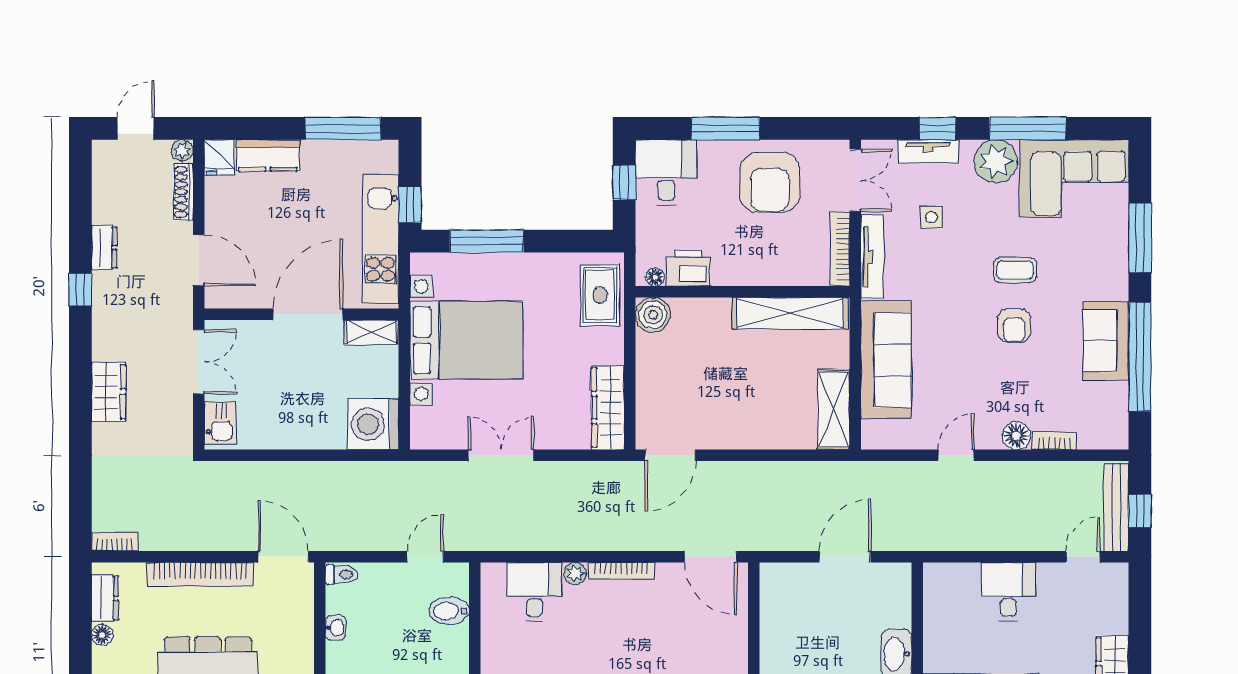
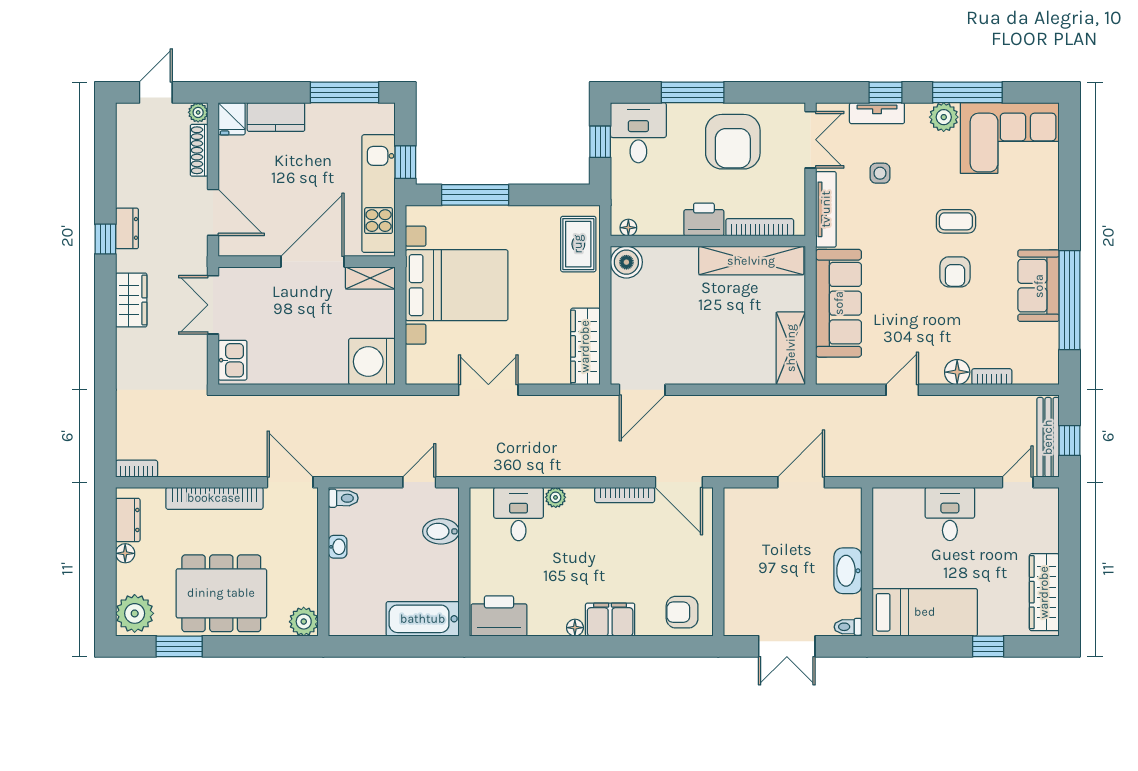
plant: (996, 161) -> (944, 117), width x0.73, depth x0.73
window: (1140, 238) -> (1069, 192), removed
dresser: (104, 248) -> (127, 228), moved
bookcase: (840, 249) -> (760, 227), moved, turned 90
printer: (688, 268) -> (704, 220), moved
double door: (199, 362) -> (213, 305), swing flipped
wardrobe: (109, 392) -> (131, 300), moved
bookcase: (621, 571) -> (625, 495), moved

